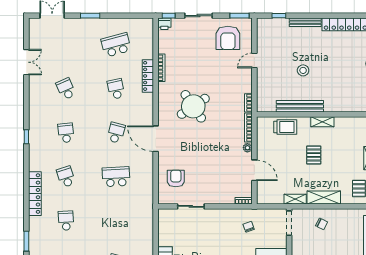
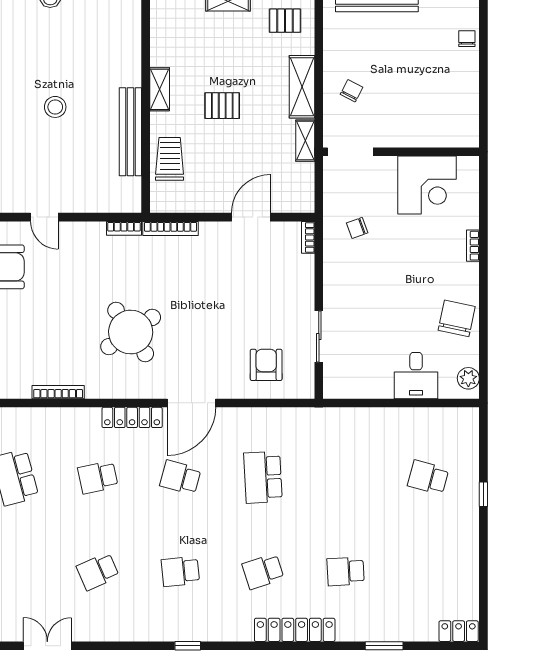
stool: (303, 70) -> (55, 107), moved
locker: (148, 76) -> (132, 417), moved
plant: (247, 148) -> (208, 230), removed
armchair: (176, 178) -> (266, 365), turned 90

